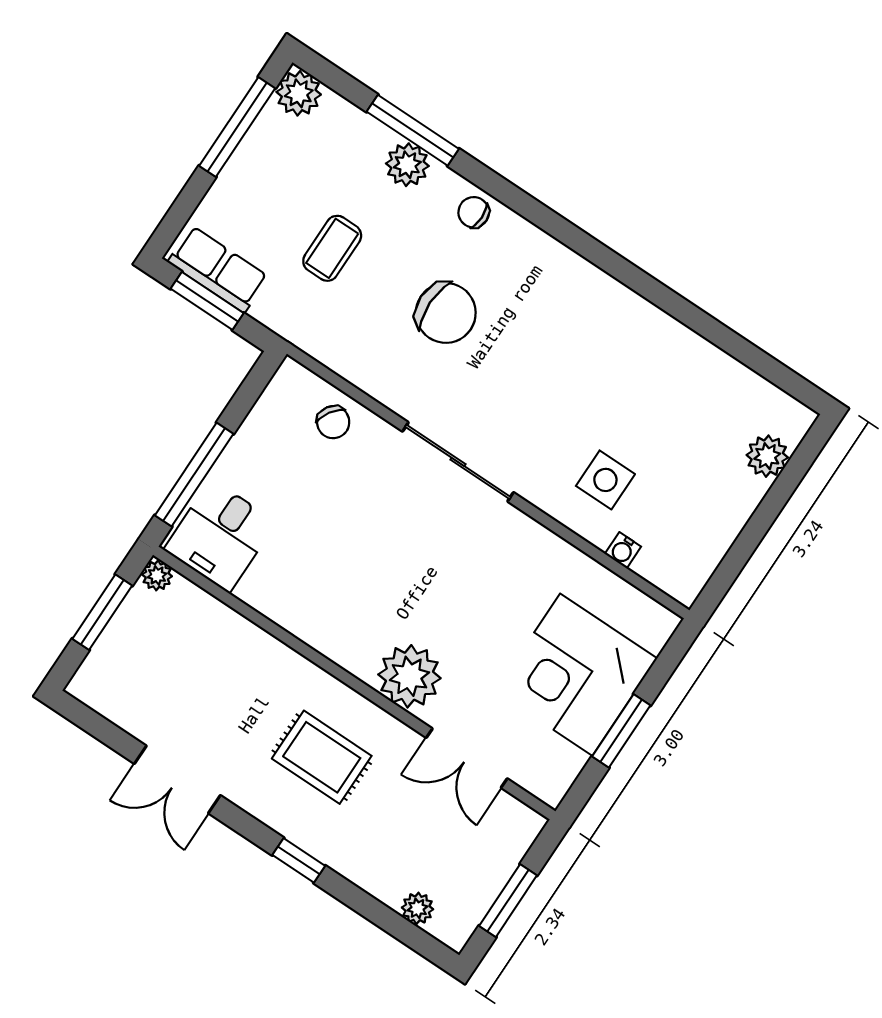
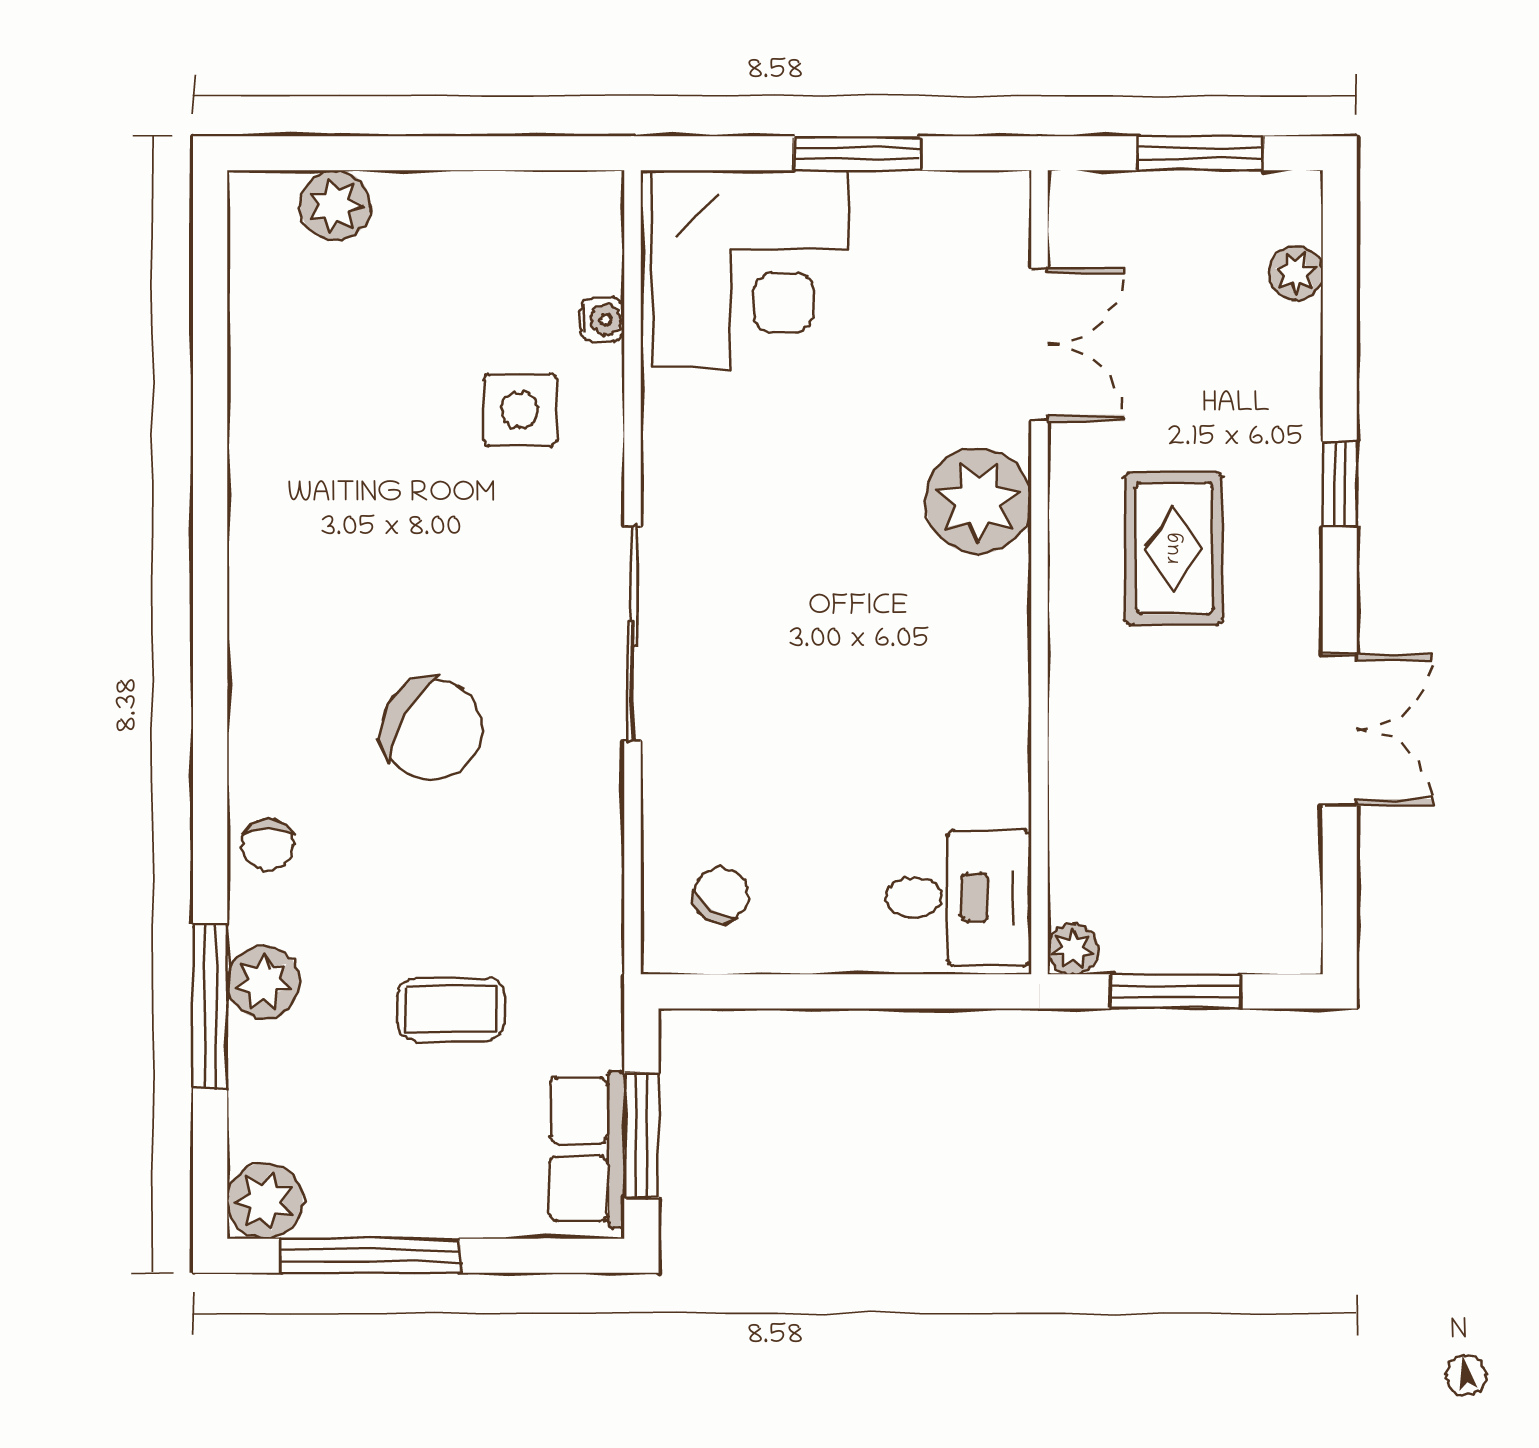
chair: (446, 313) -> (432, 729), moved, turned 120
chair: (333, 422) -> (721, 895), moved
window: (194, 475) -> (897, 991), removed
corner desk: (576, 675) -> (750, 269), moved

